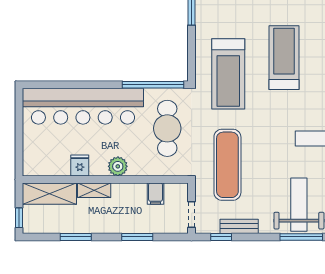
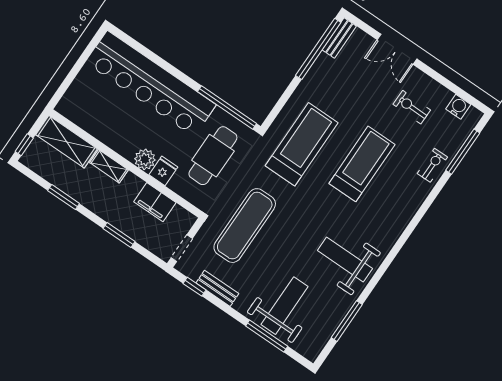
treadmill: (228, 74) -> (302, 144), turned 180
fridge: (80, 165) -> (163, 171), moved
filing cabinet: (156, 194) -> (155, 202), width x2.00

